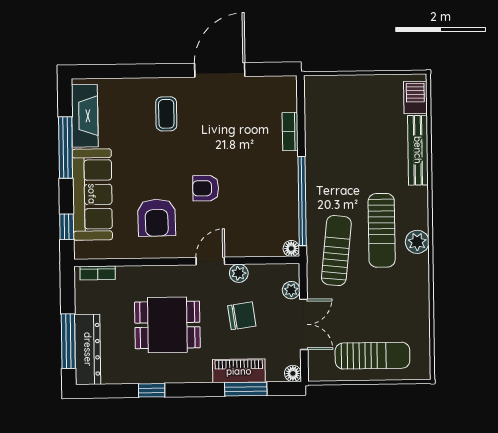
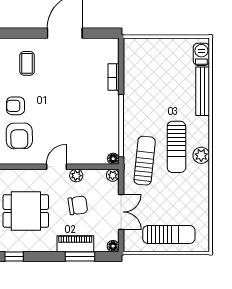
armchair: (206, 188) -> (15, 106), moved
plant: (291, 290) -> (113, 175), moved

